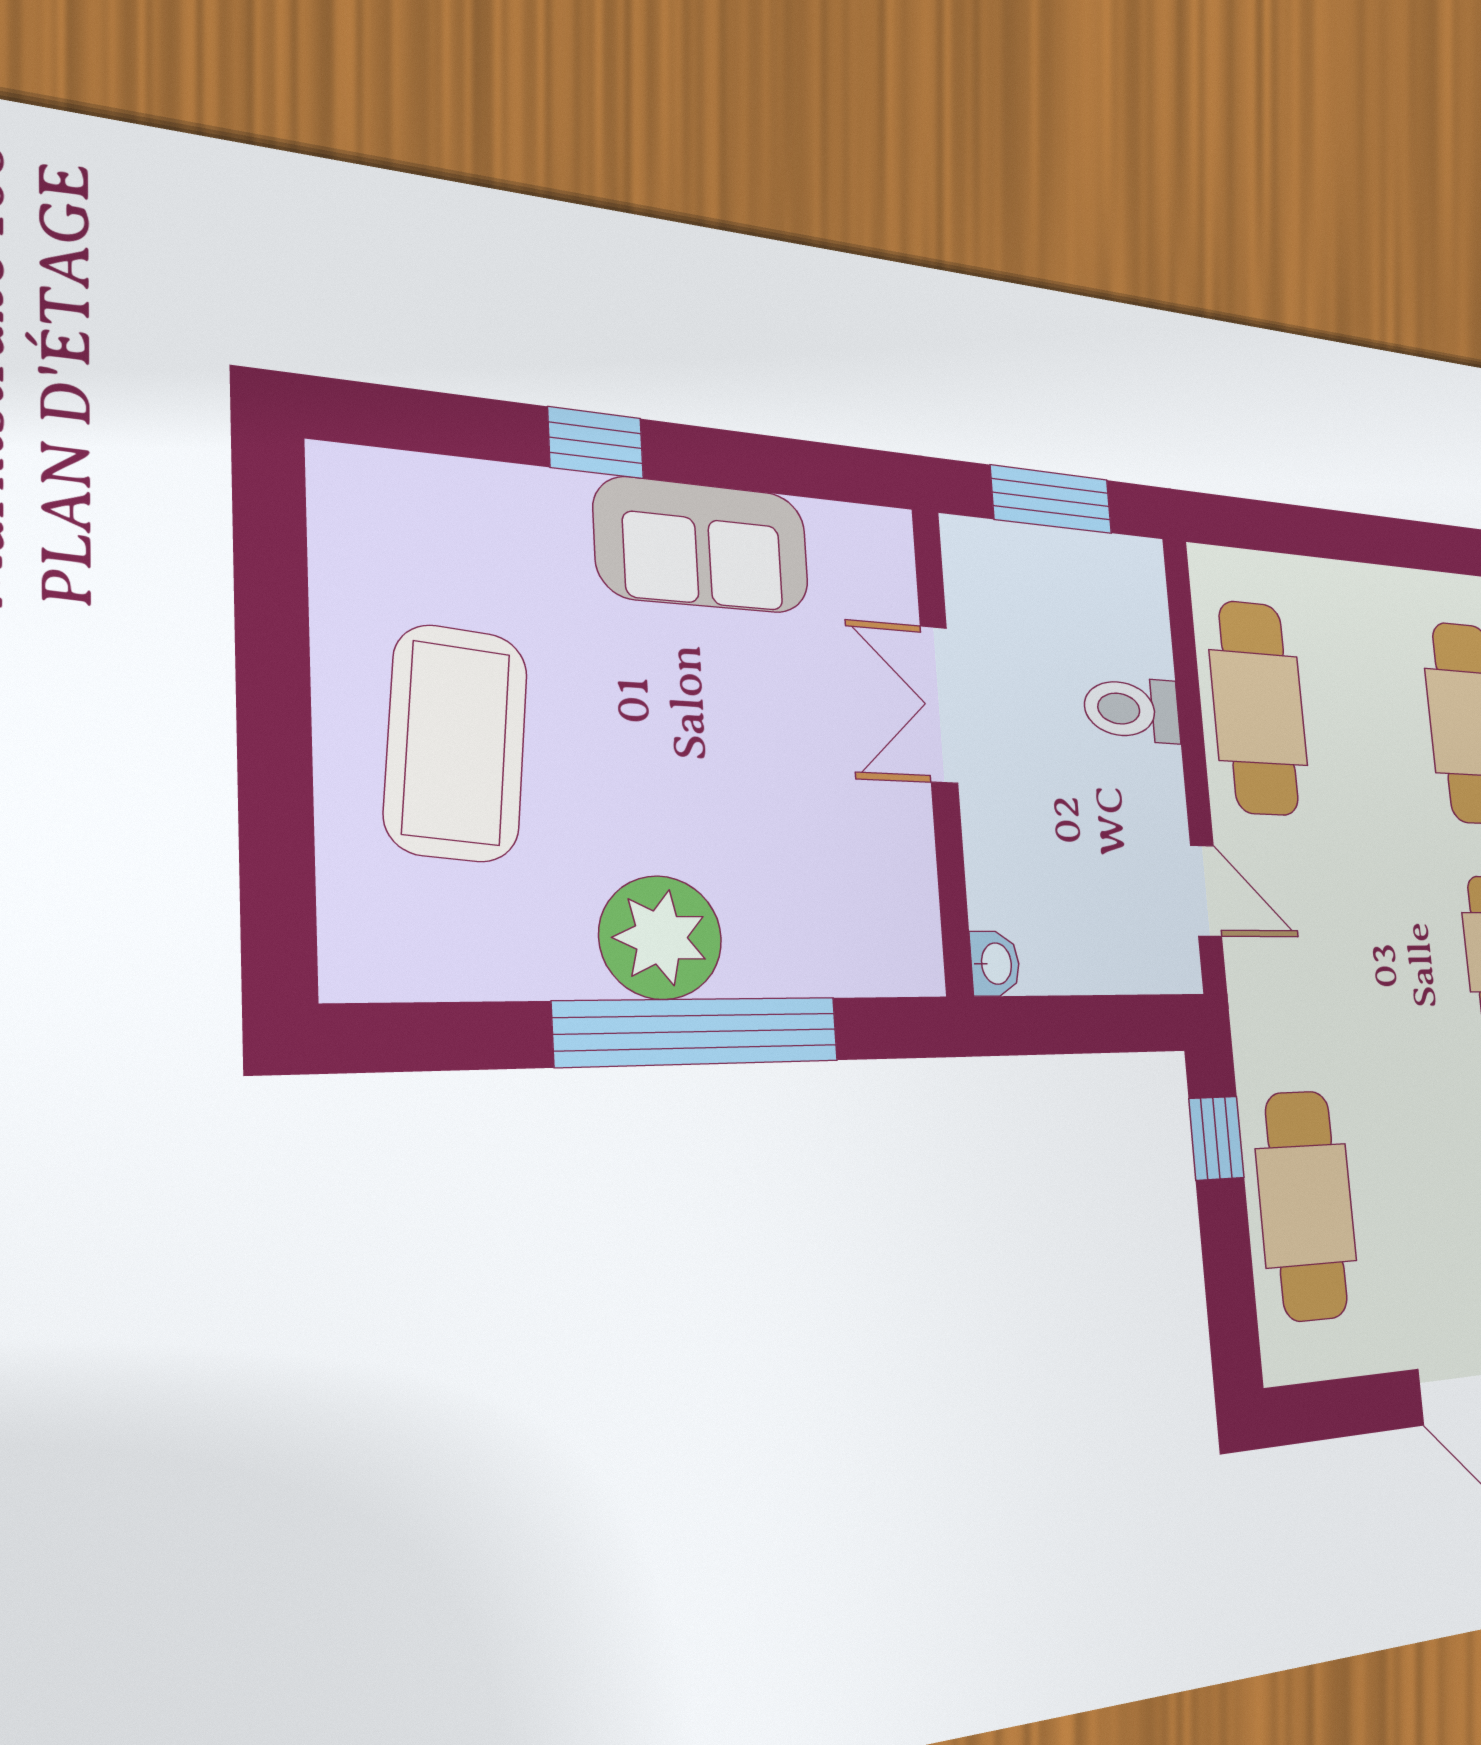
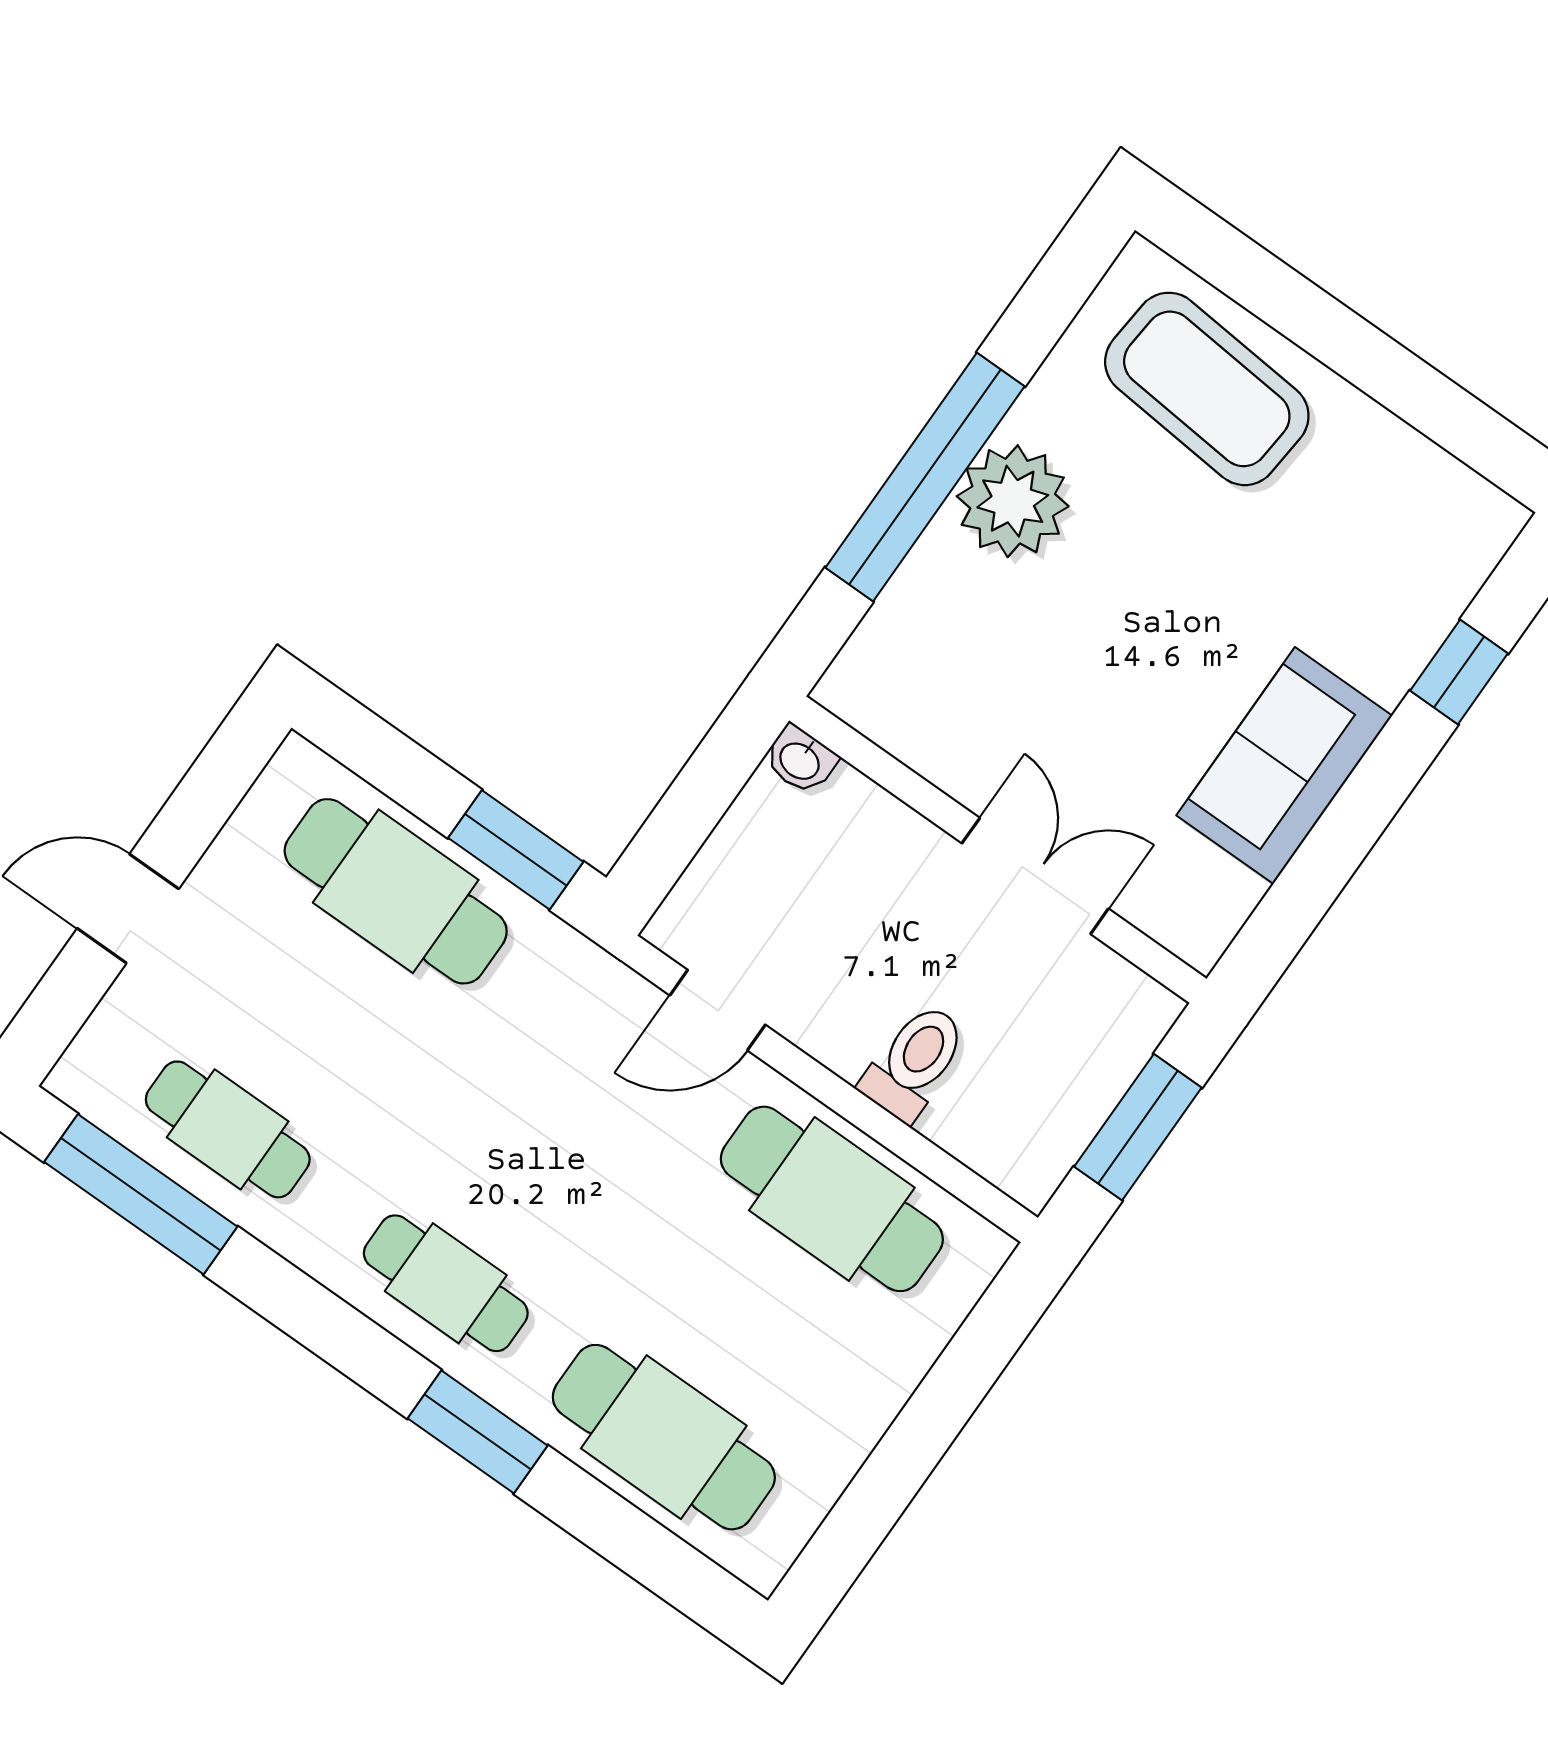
window: (596, 443) -> (1459, 672), moved
coffee table: (456, 743) -> (1207, 389), moved
window: (1216, 1138) -> (516, 850), width x1.50

